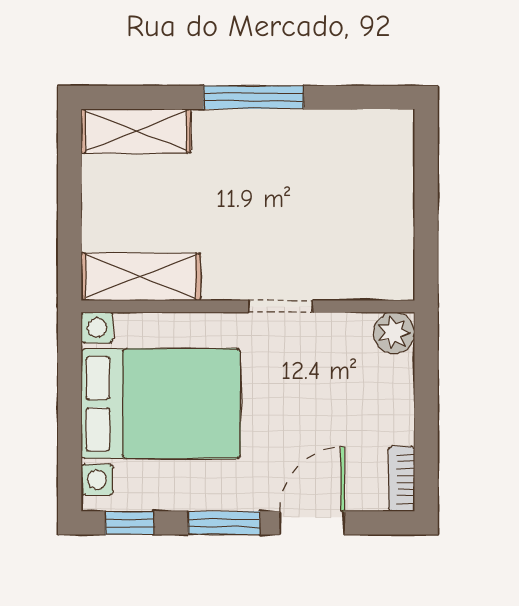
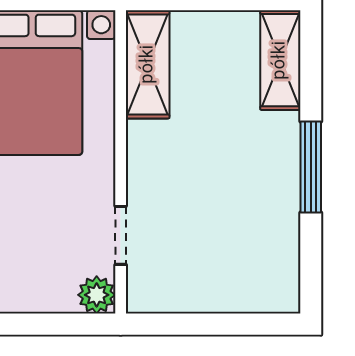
doorway: (280, 306) -> (121, 235), moved

